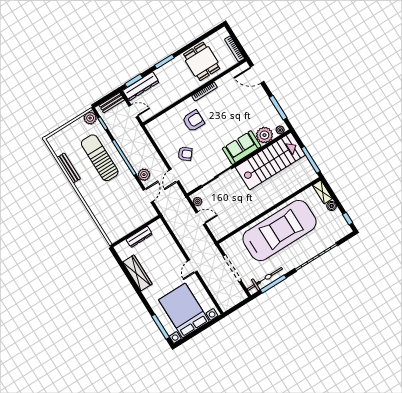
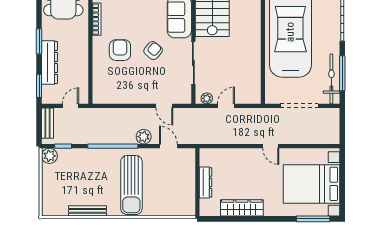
dresser: (141, 86) -> (50, 62), moved
armchair: (185, 154) -> (153, 51), moved
sun lounger: (100, 158) -> (131, 185), moved, turned -90

